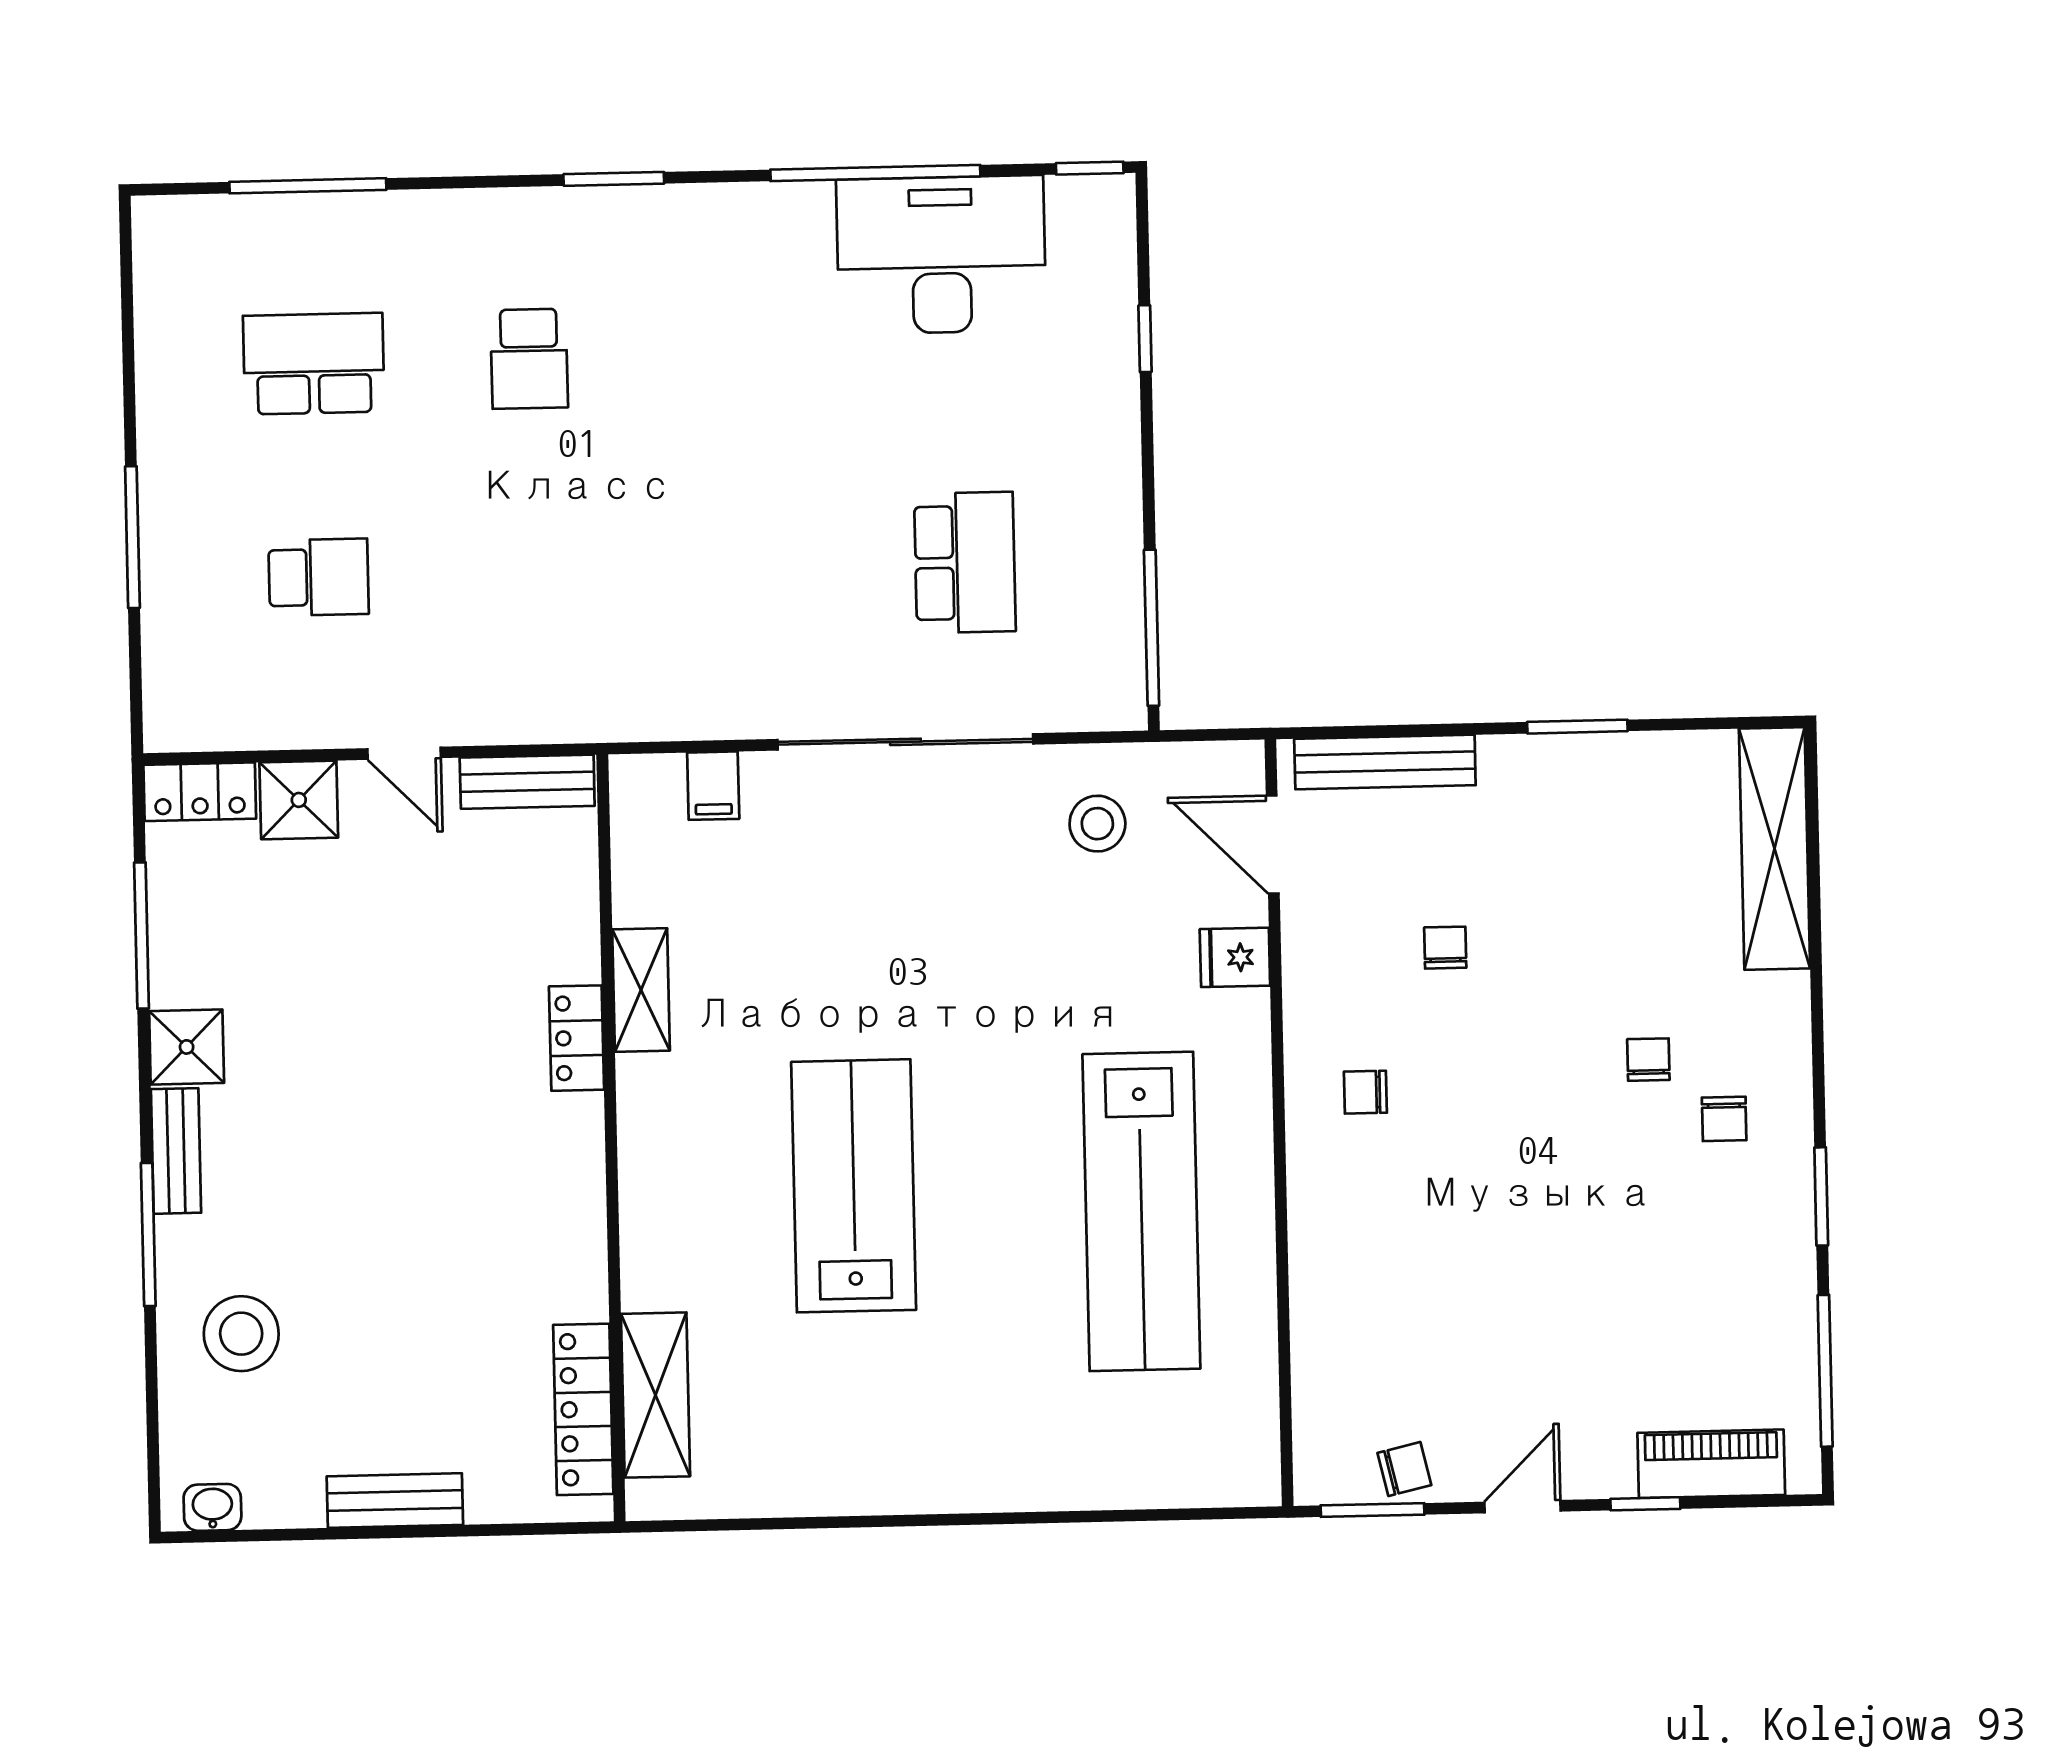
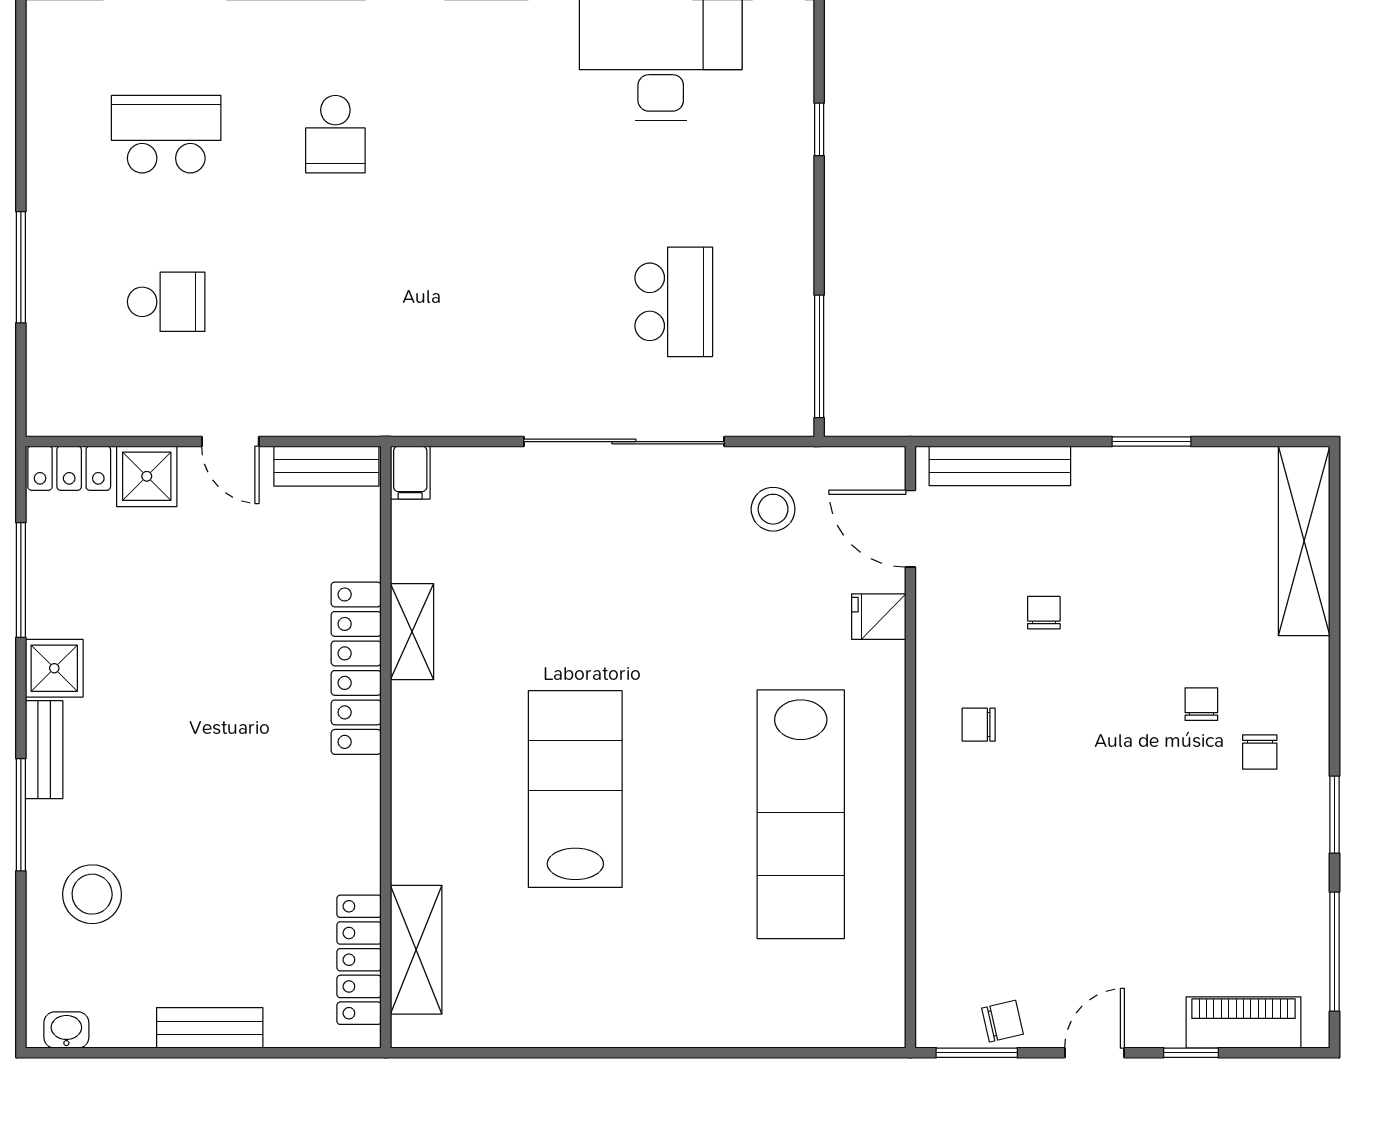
filing cabinet: (713, 786) -> (410, 473), moved
locker: (577, 1038) -> (356, 668), width x2.16, depth x1.21

